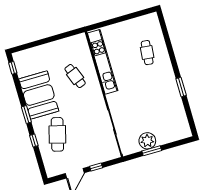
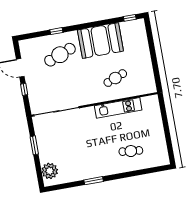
kitchen unit: (103, 62) -> (118, 108), width x0.73
window: (26, 115) -> (83, 26), removed
cafe table: (57, 134) -> (60, 55), turned -36
plant: (147, 141) -> (50, 171), moved

